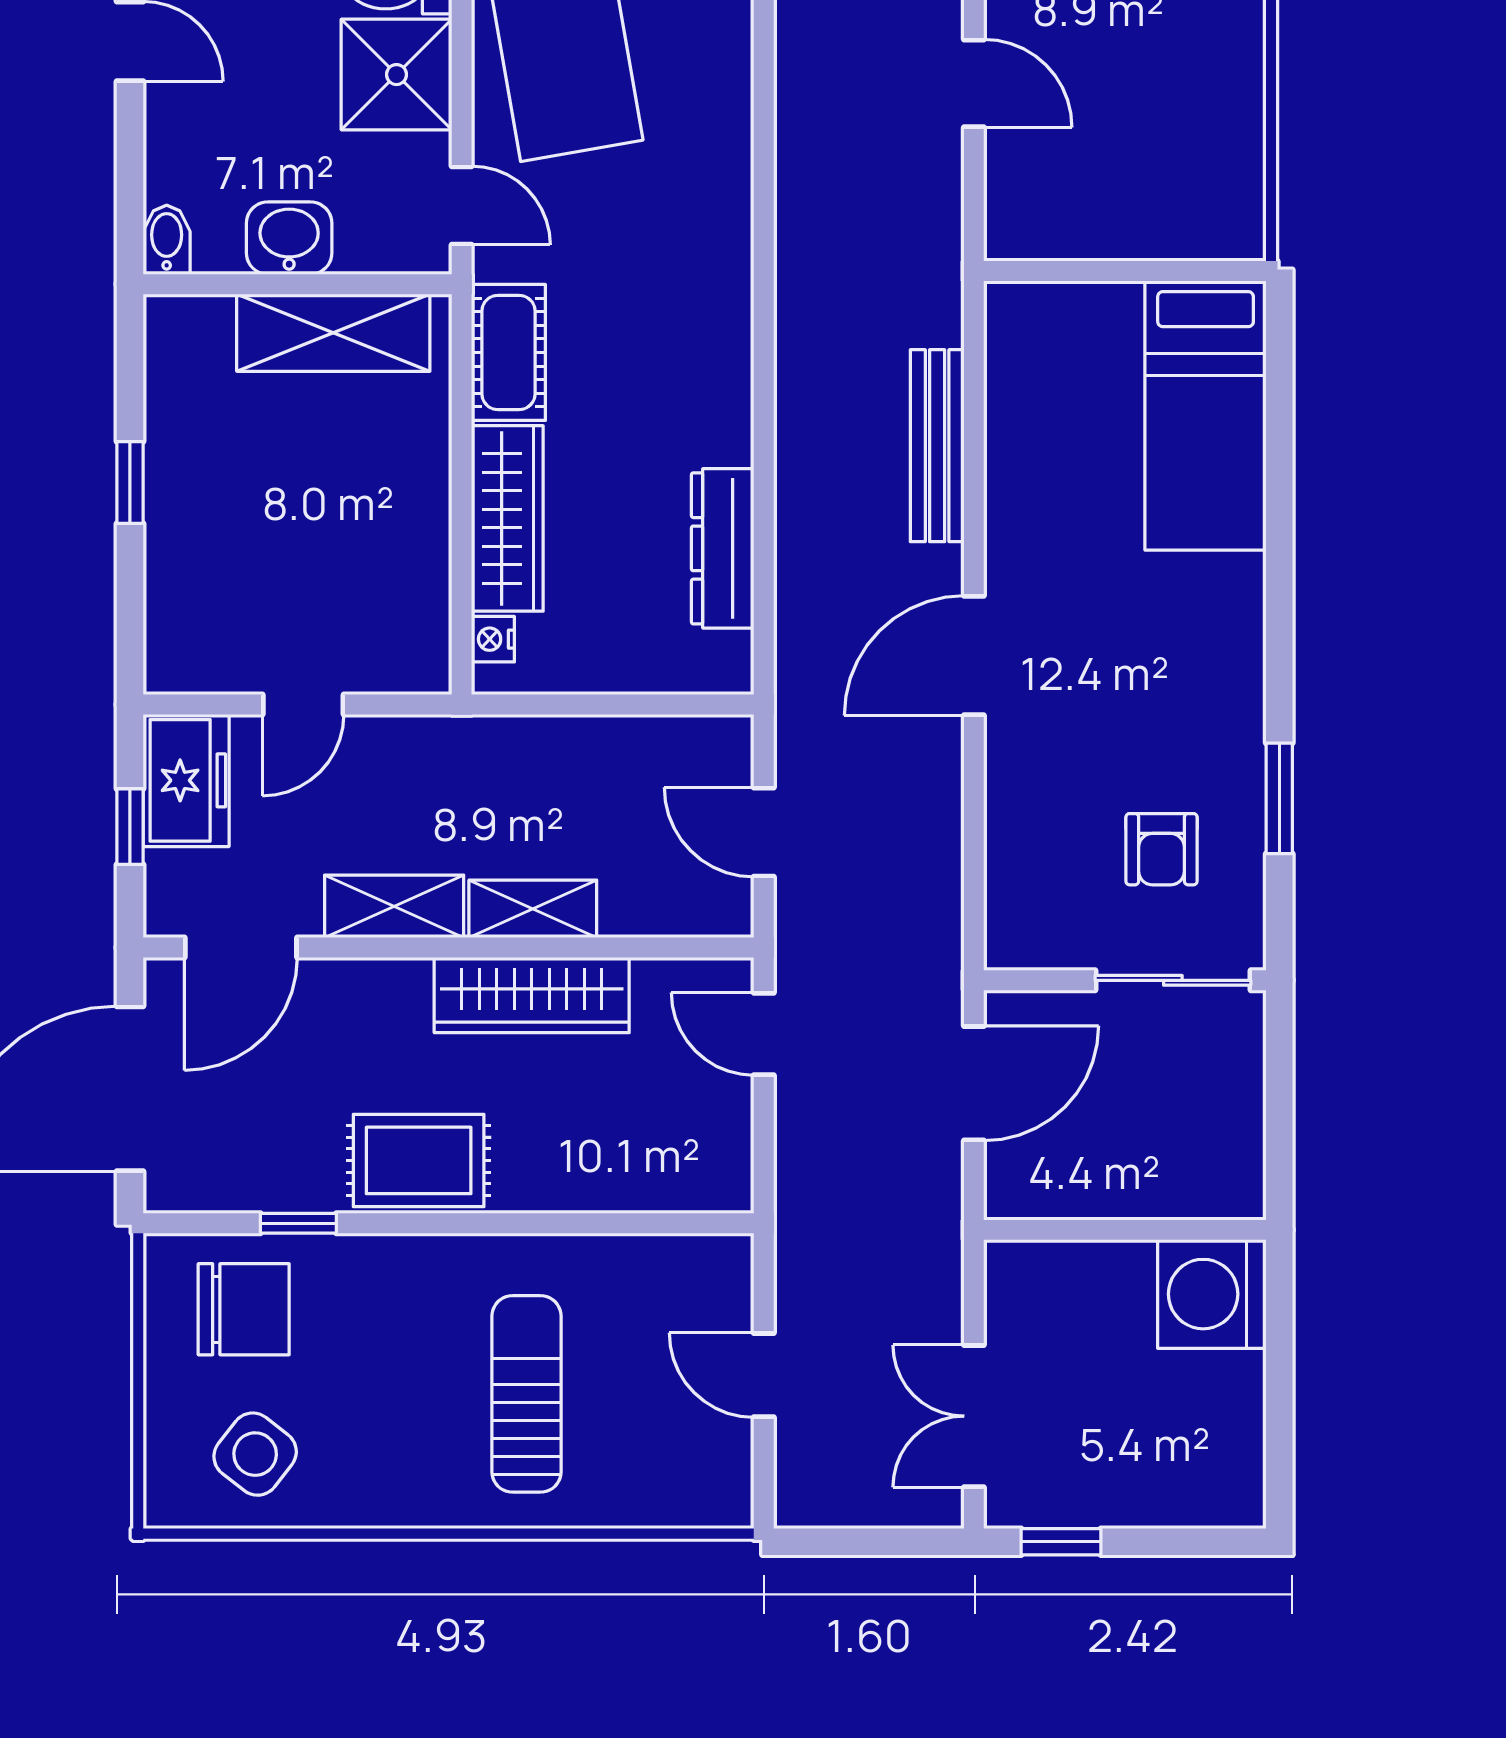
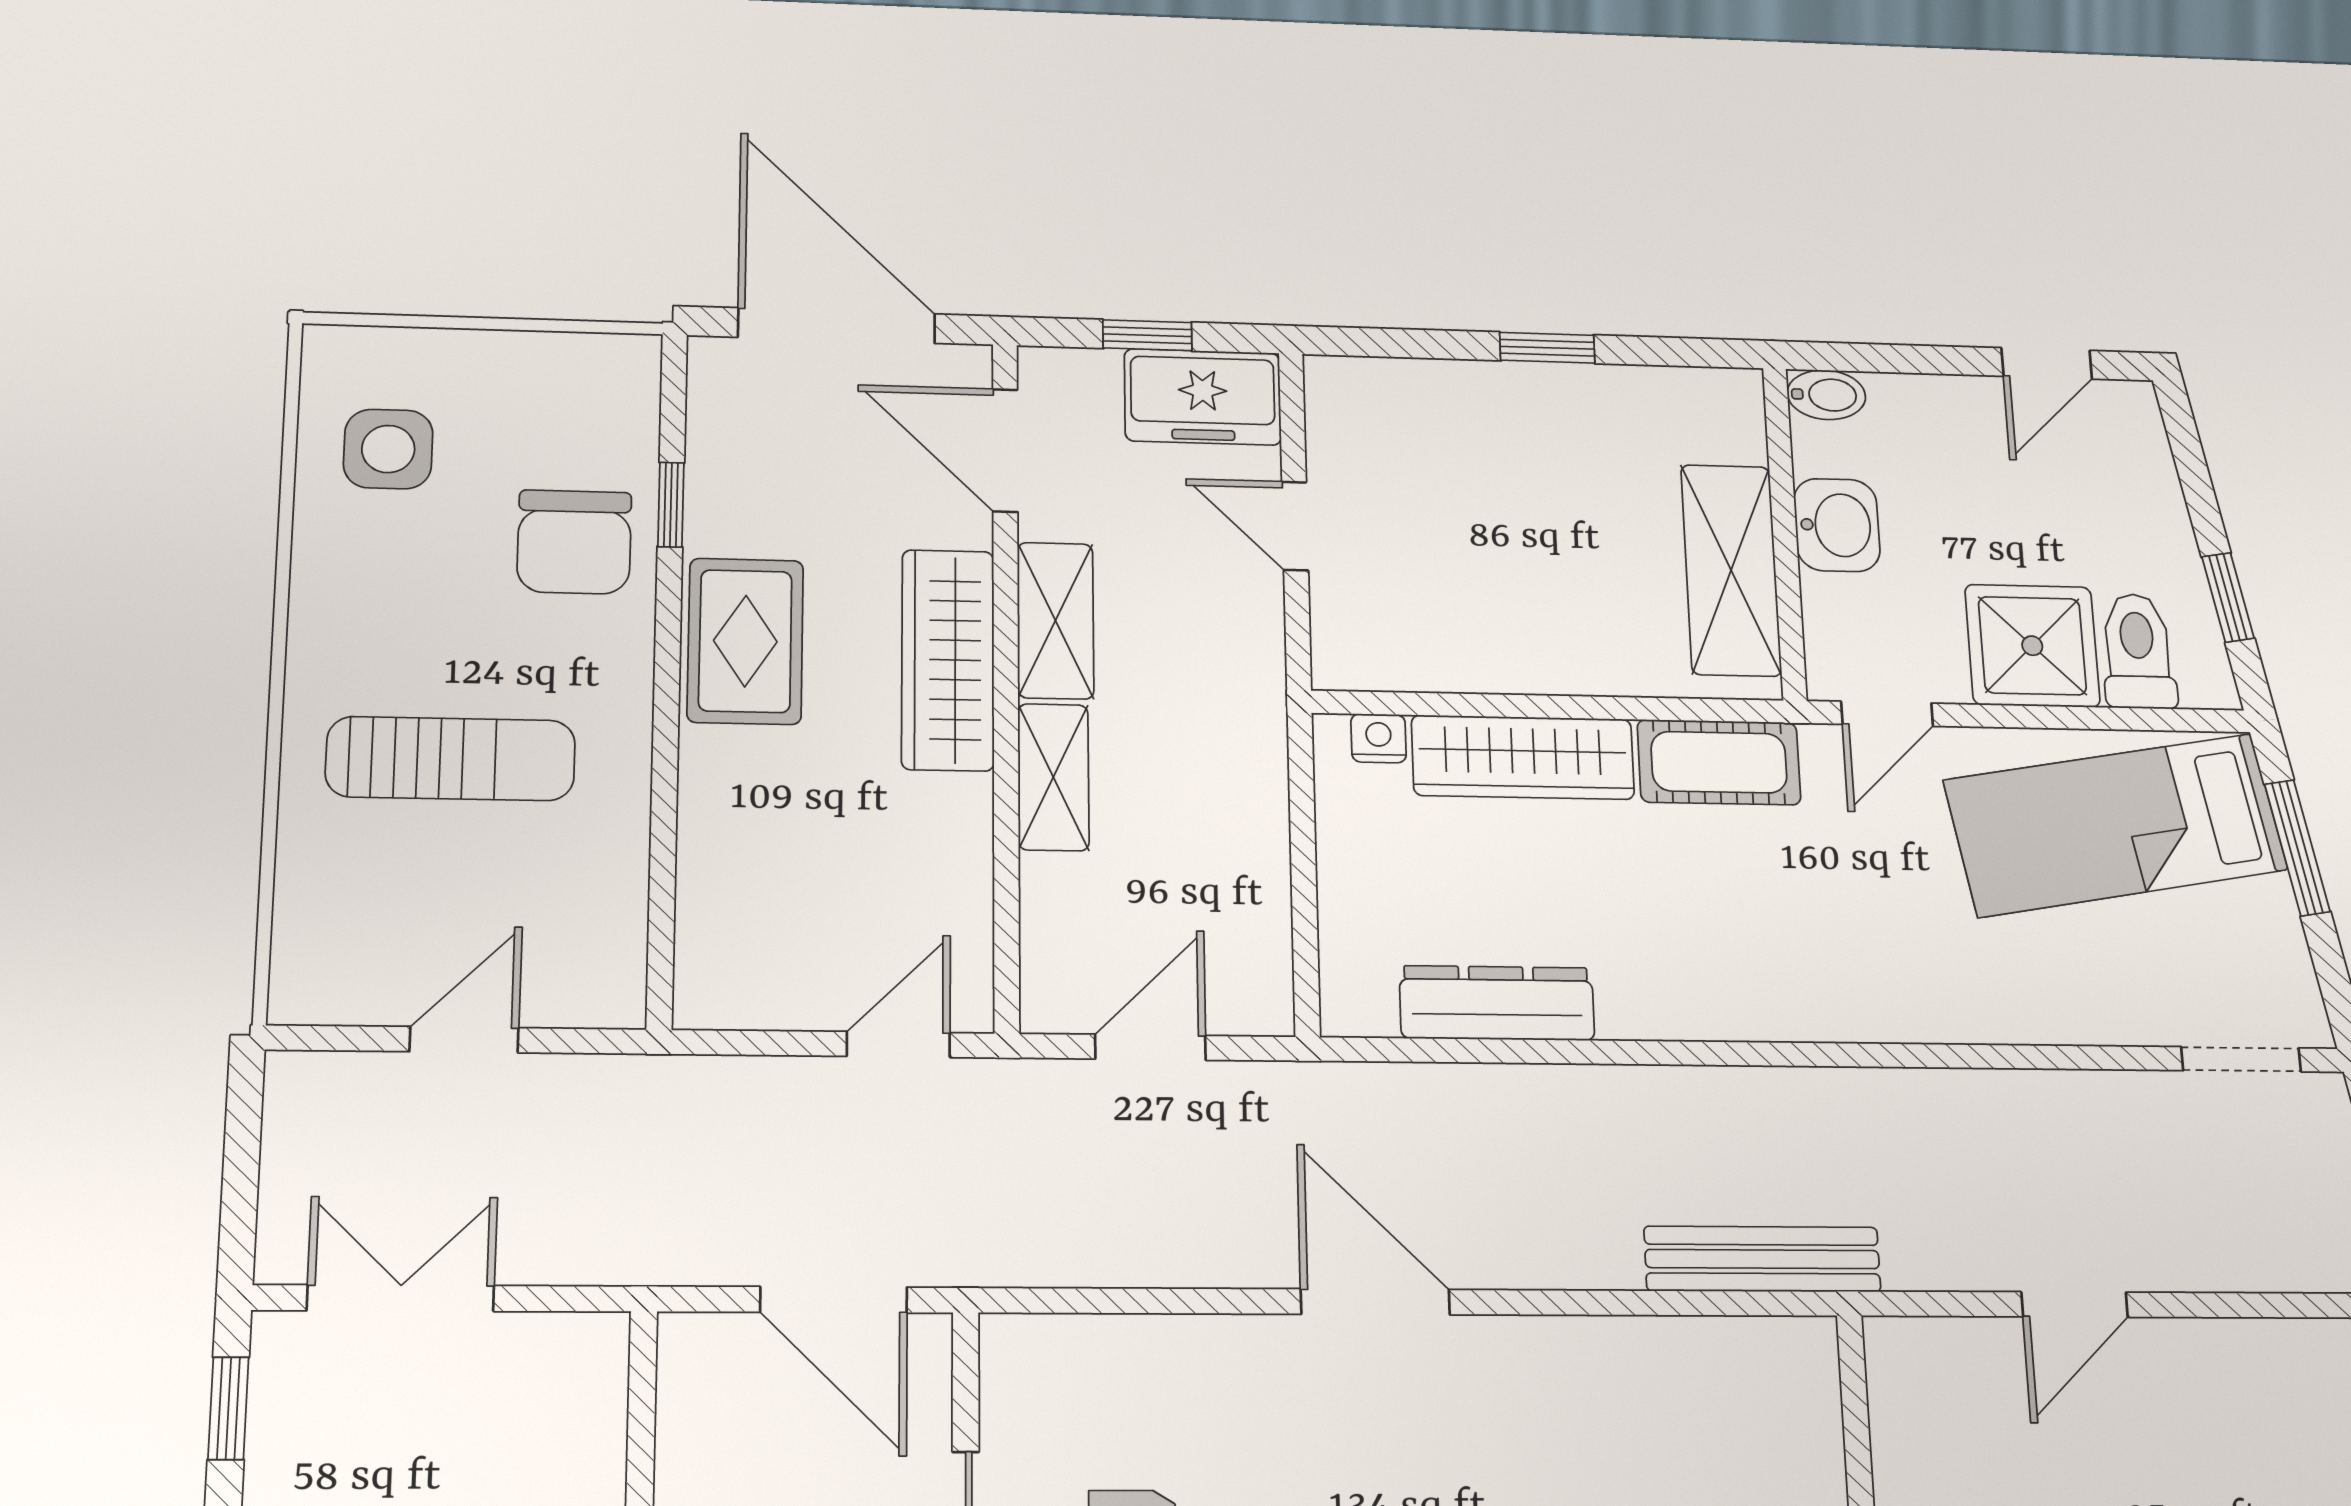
bench: (937, 446) -> (1762, 1259), moved
wardrobe: (532, 995) -> (948, 660), moved
chair: (244, 1309) -> (574, 542), moved
side table: (255, 1454) -> (388, 449), turned -38

